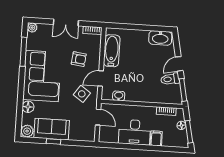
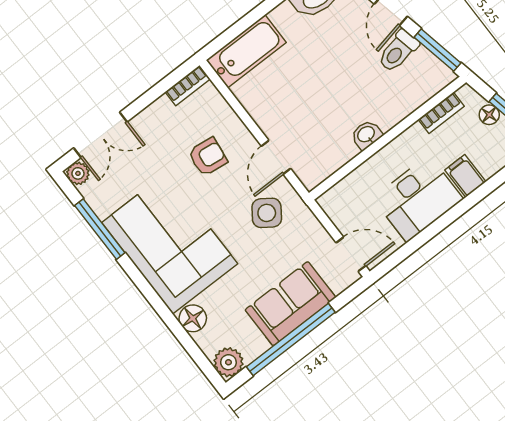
double door: (66, 23) -> (100, 135), moved
bathtub: (112, 51) -> (246, 51), moved, turned 90
washbasin: (119, 96) -> (366, 135), moved
door: (98, 117) -> (351, 254), moved
sofa: (52, 129) -> (290, 304), moved
window: (54, 141) -> (291, 340), width x3.17

